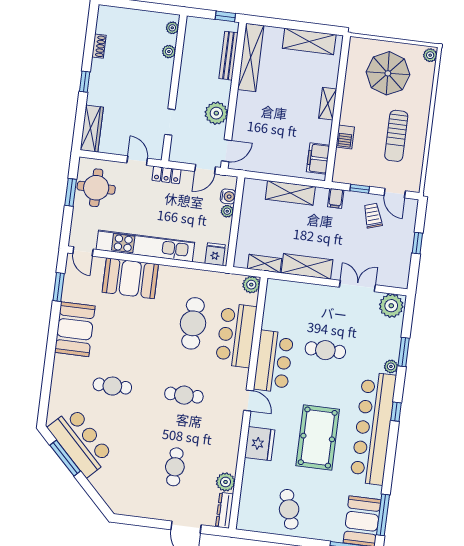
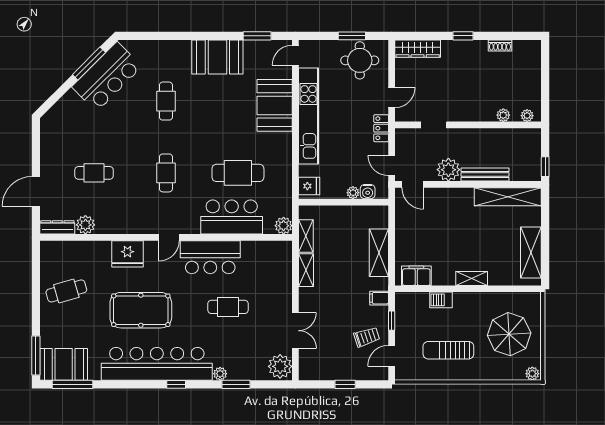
bench: (228, 56) -> (485, 174), moved
shelving: (307, 266) -> (306, 270), width x0.67, depth x0.75
cafe table: (325, 350) -> (228, 307), turned 90

